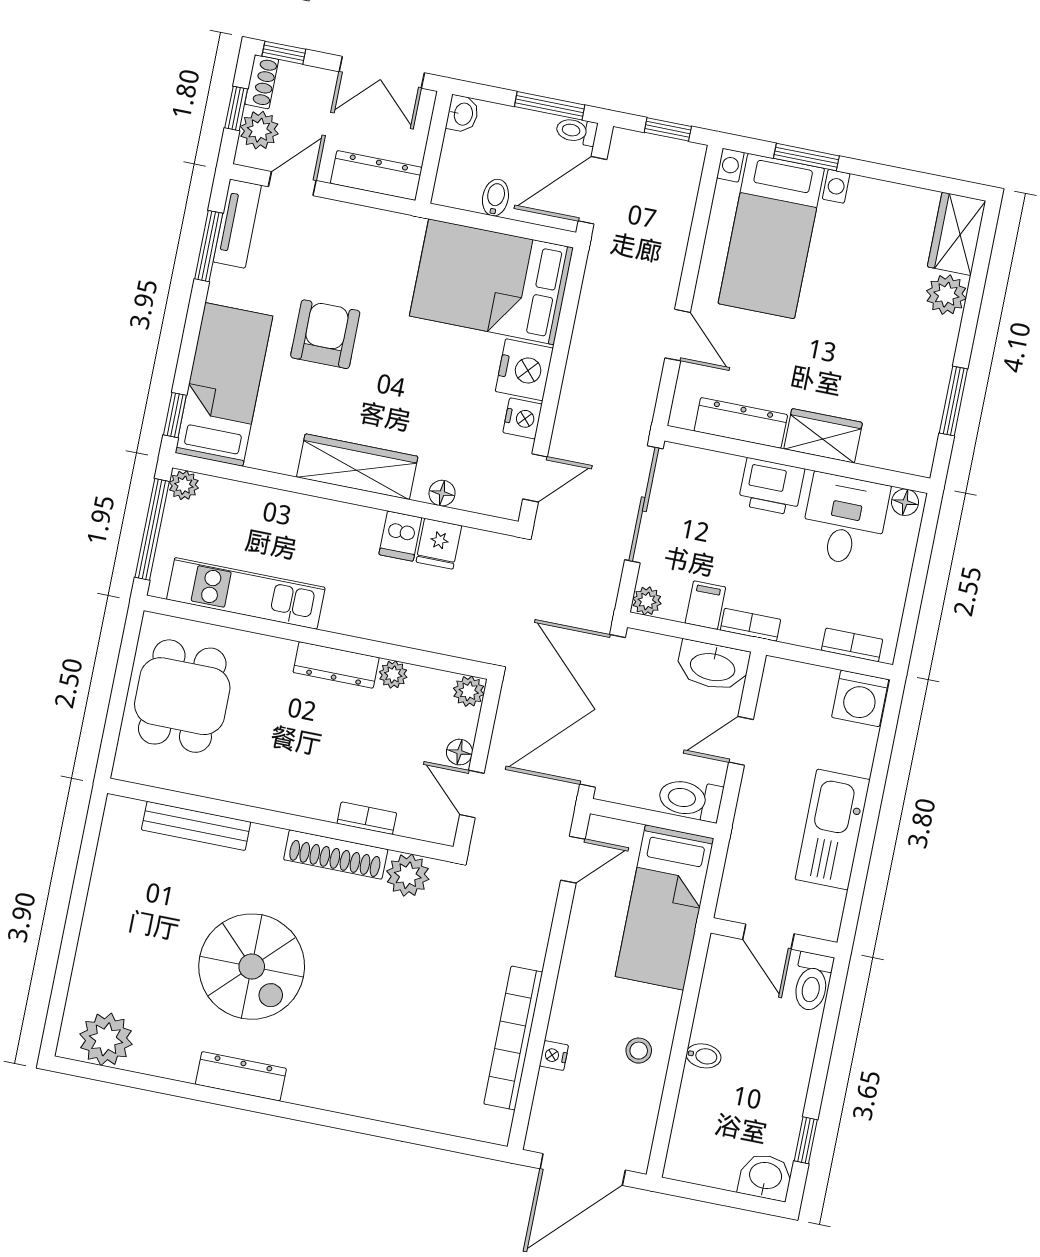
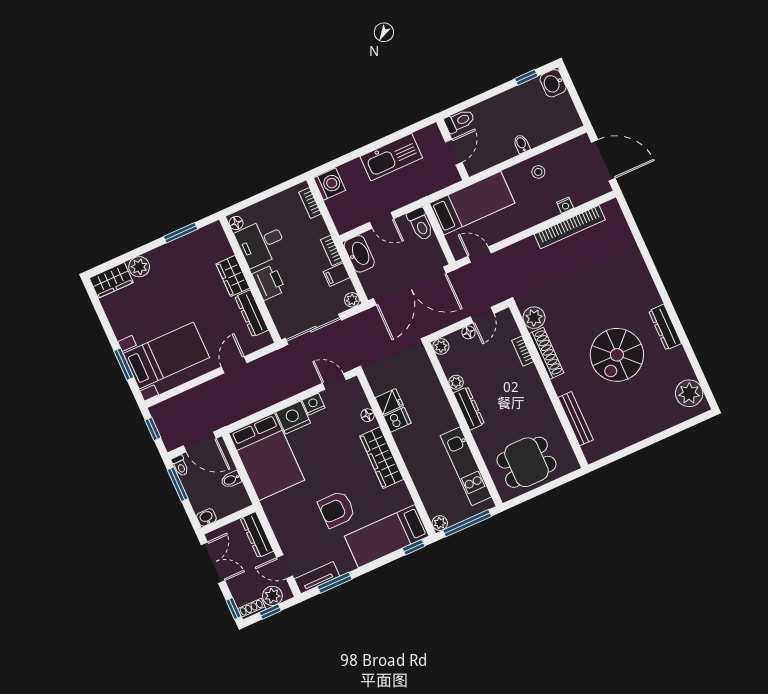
spiral stairs: (252, 967) -> (617, 355), turned 180

